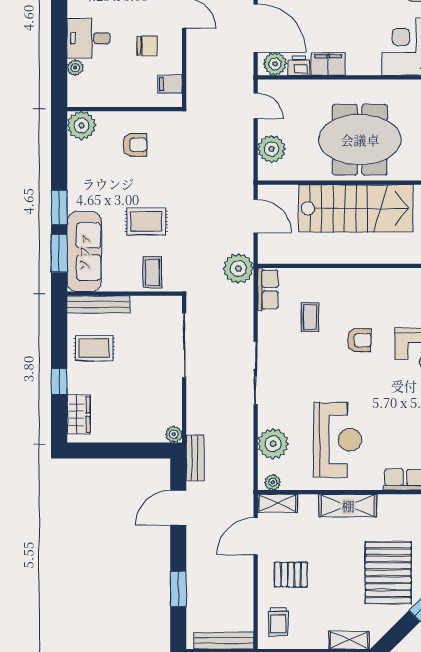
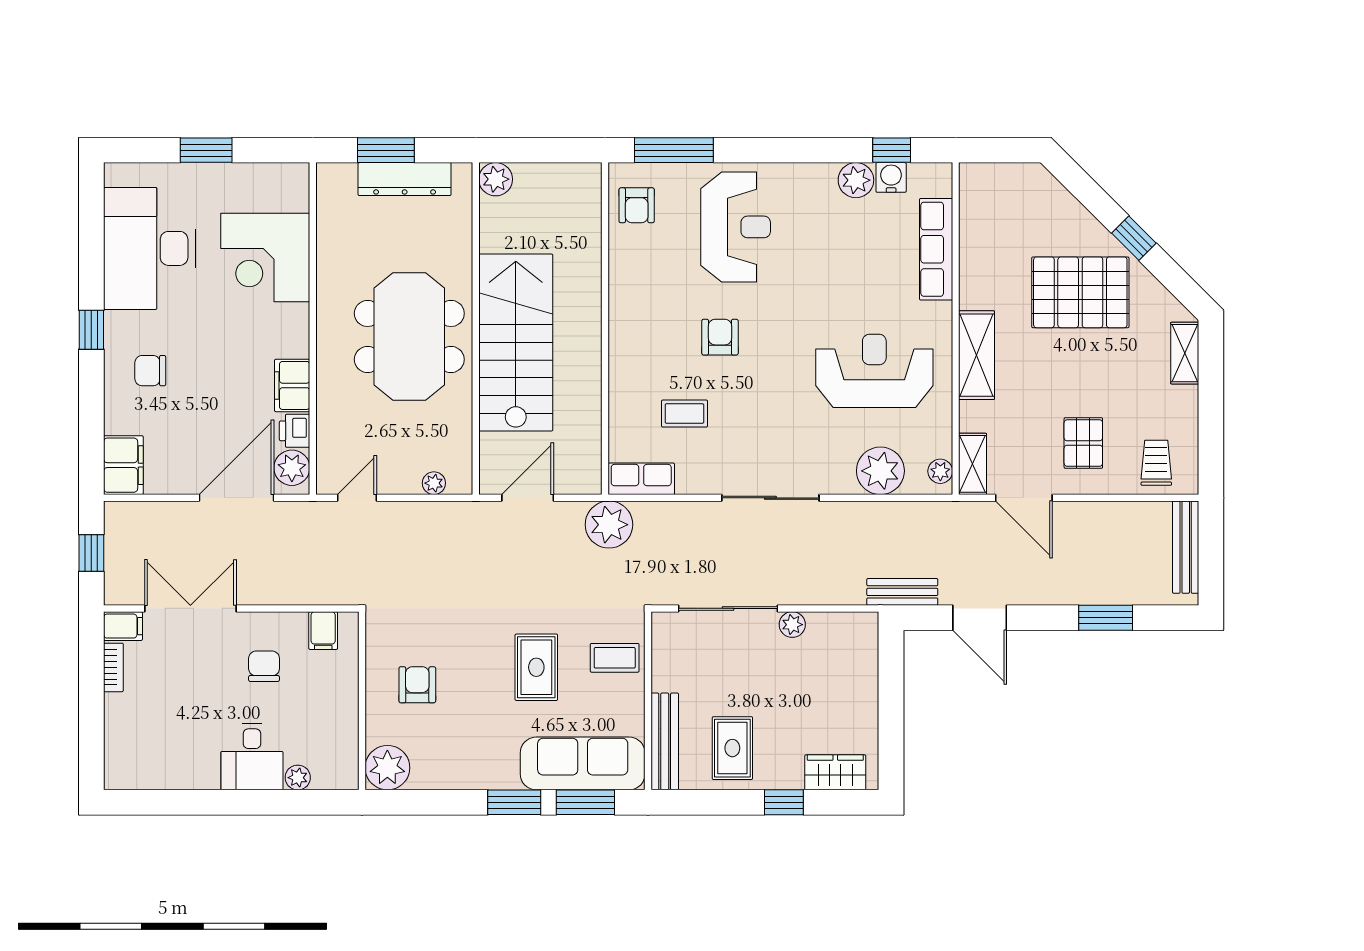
plant: (272, 149) -> (434, 483), width x0.53, depth x0.53
plant: (174, 434) -> (792, 625), moved
trolley: (278, 622) -> (1156, 463), turned -90

